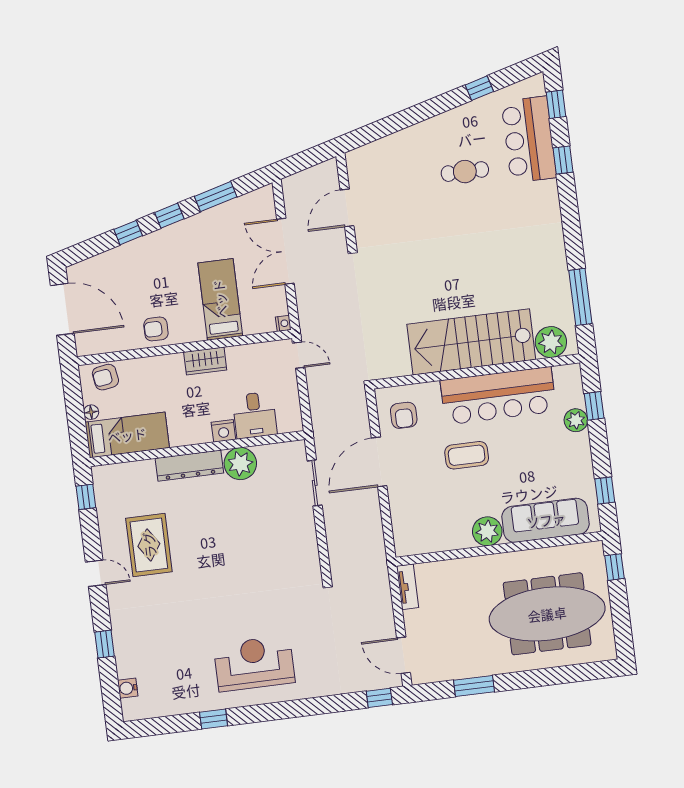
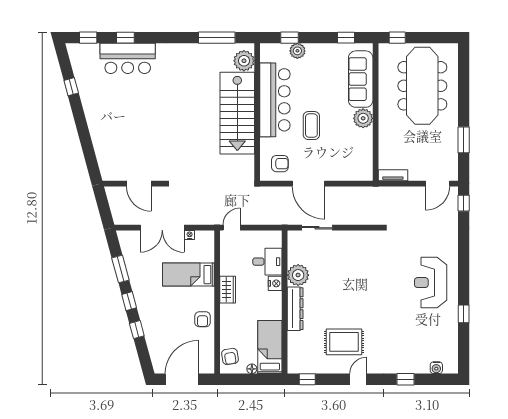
bar counter: (529, 140) -> (128, 58), moved
cafe table: (465, 172) -> (125, 103), removed
nightstand: (283, 323) -> (190, 235), moved

